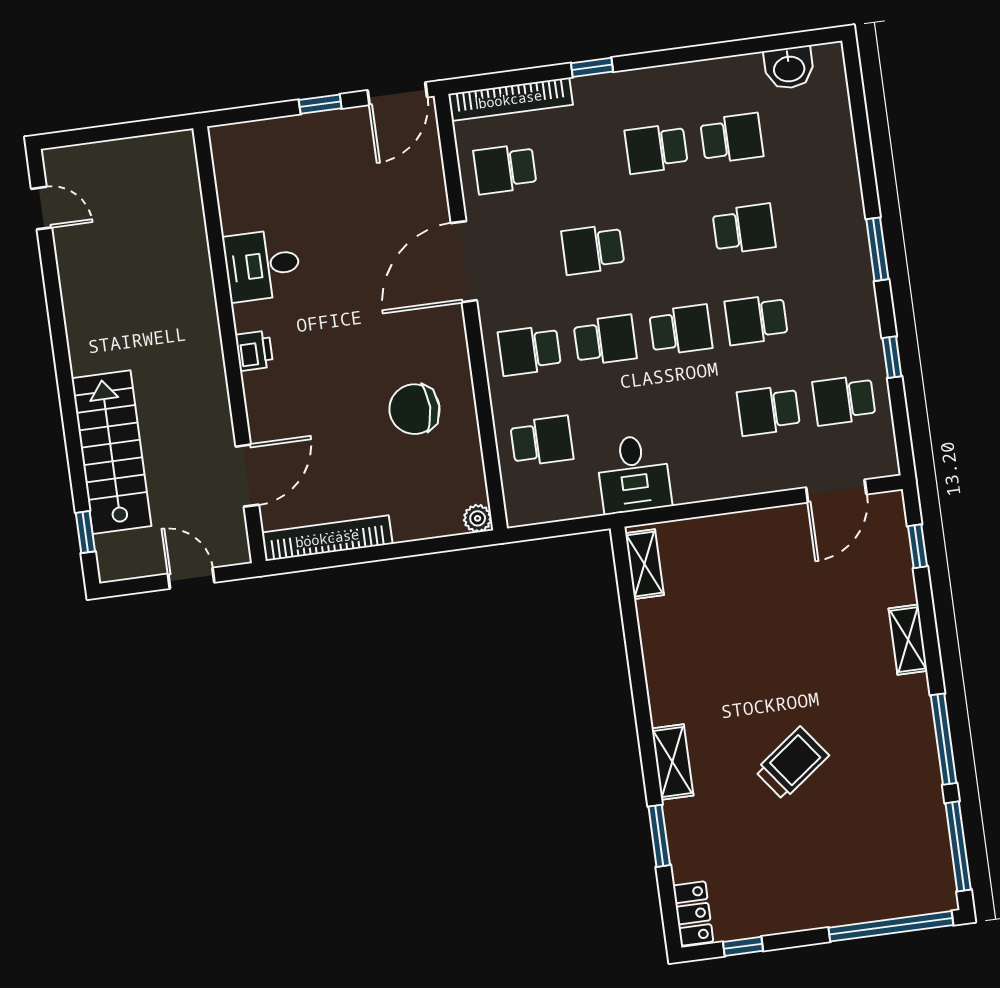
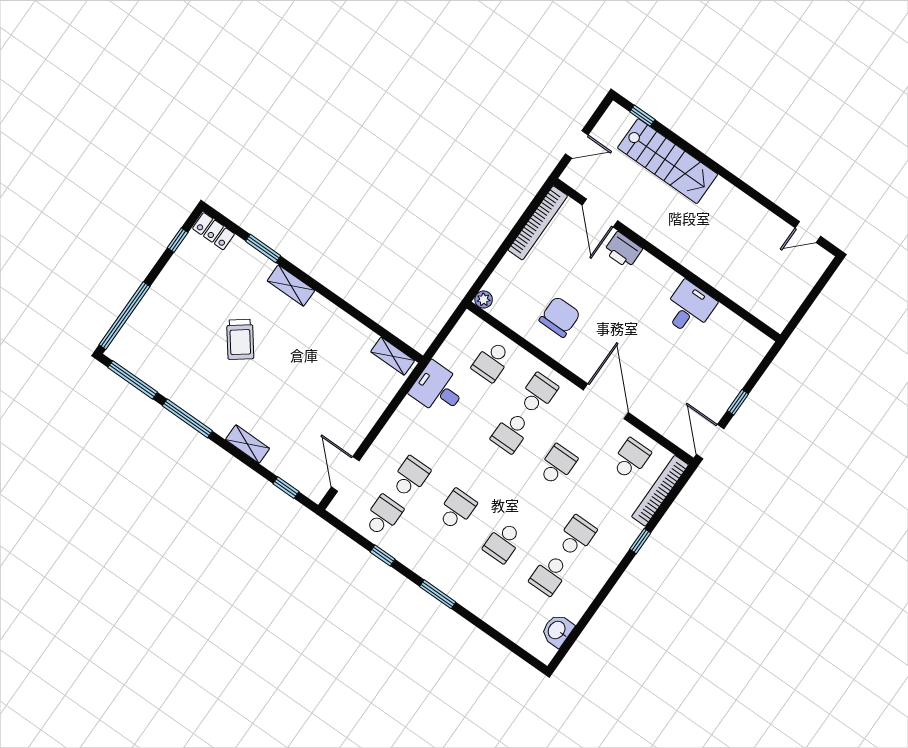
school desk: (681, 330) -> (484, 471), removed
printer: (254, 351) -> (623, 250), moved, width x1.36, depth x1.24

